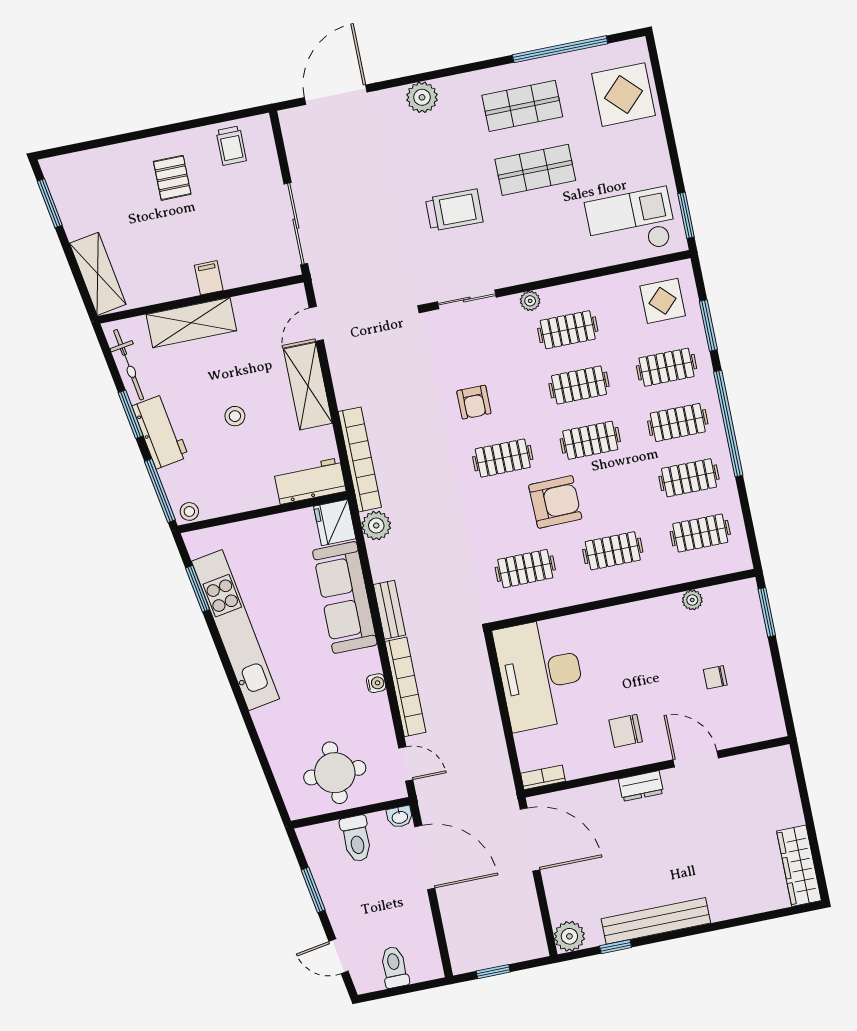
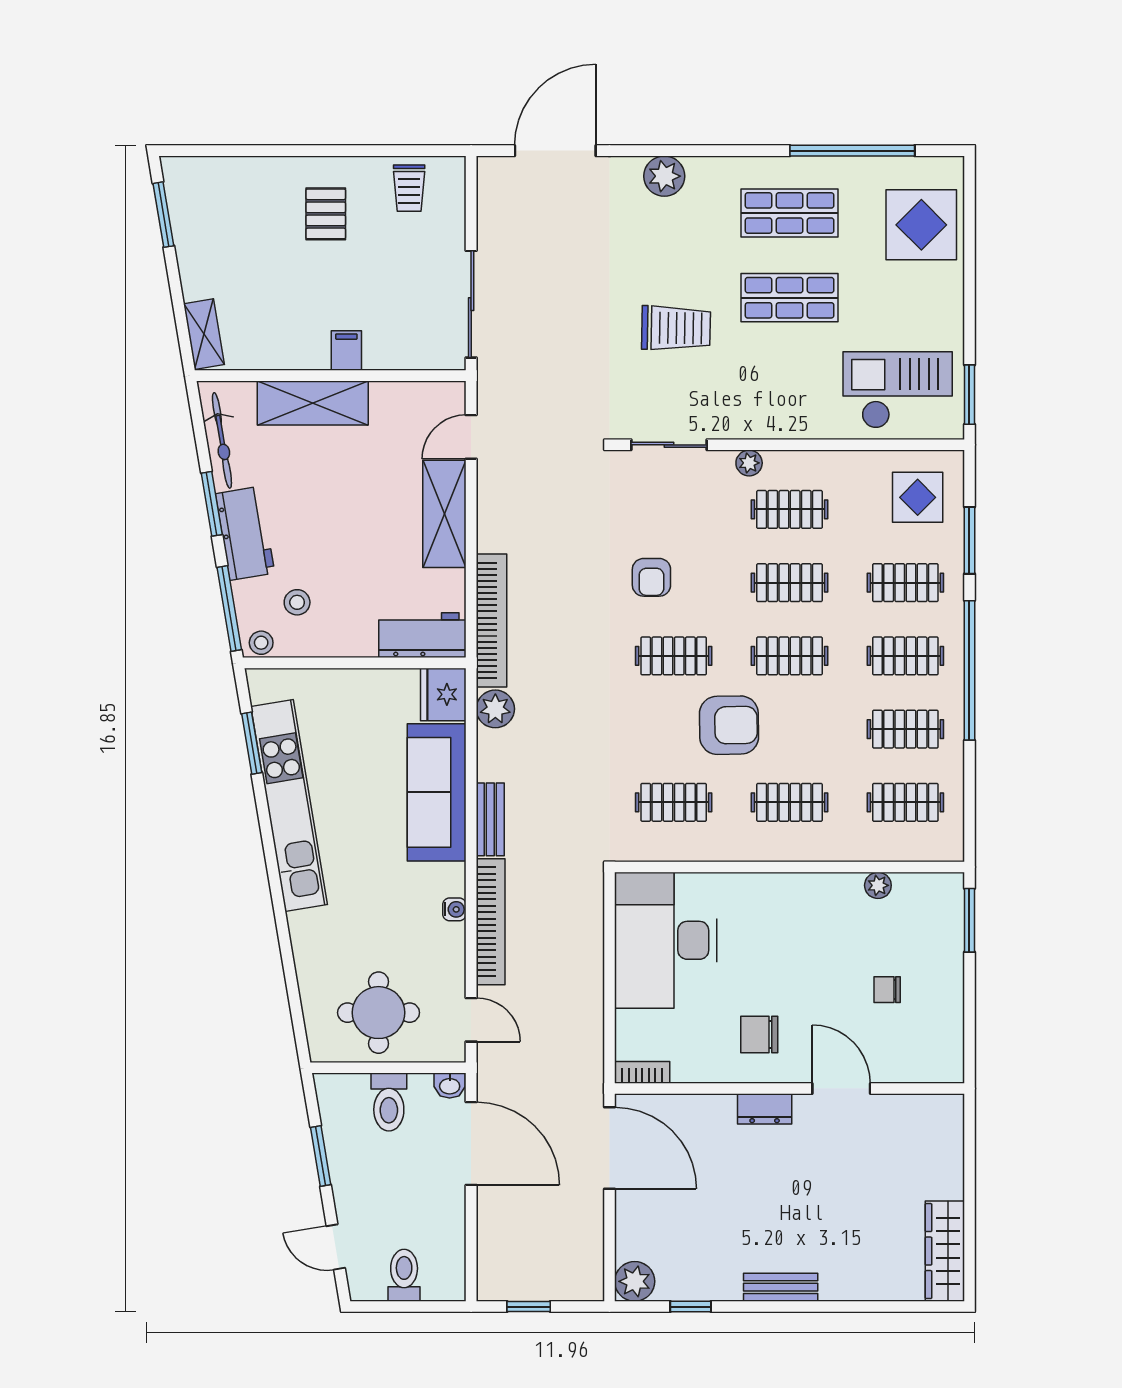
shelving: (98, 274) -> (204, 334), width x0.67, depth x0.75
stool: (235, 416) -> (297, 602), moved
bench: (656, 921) -> (781, 1287), width x0.54, depth x0.82

